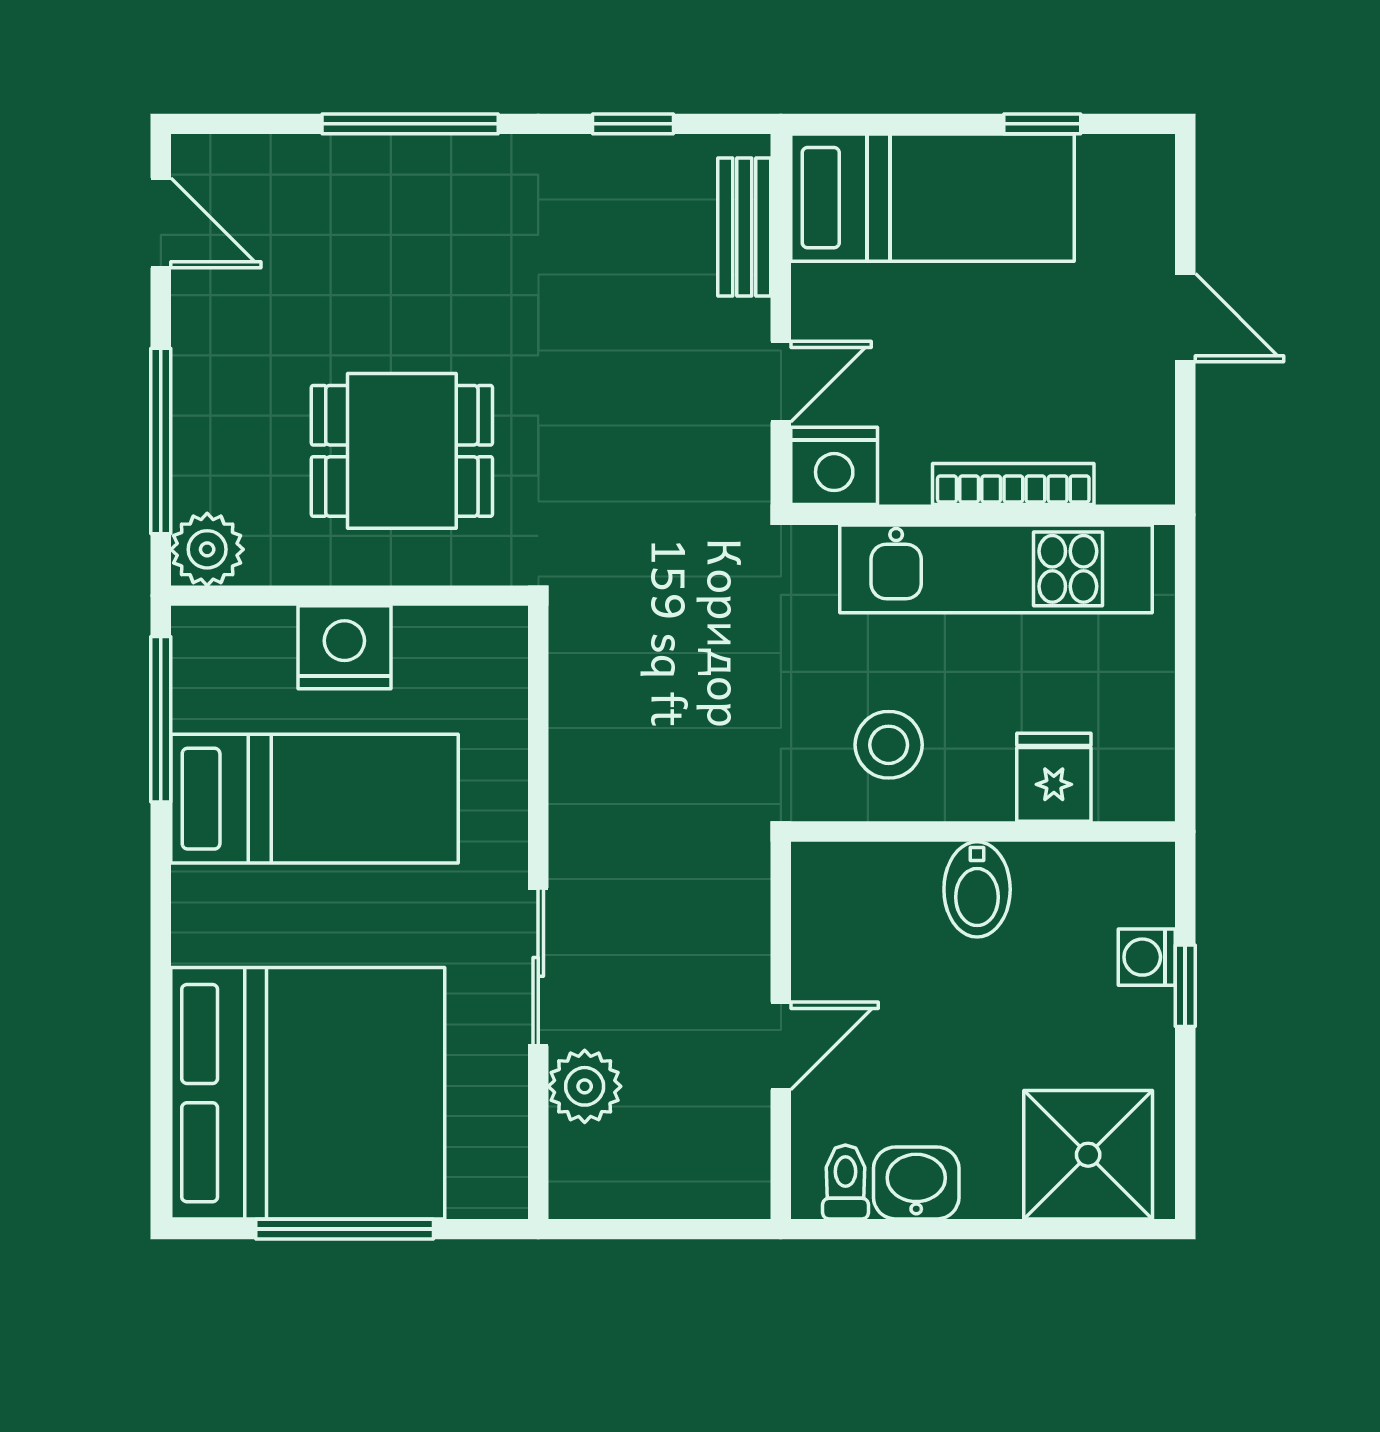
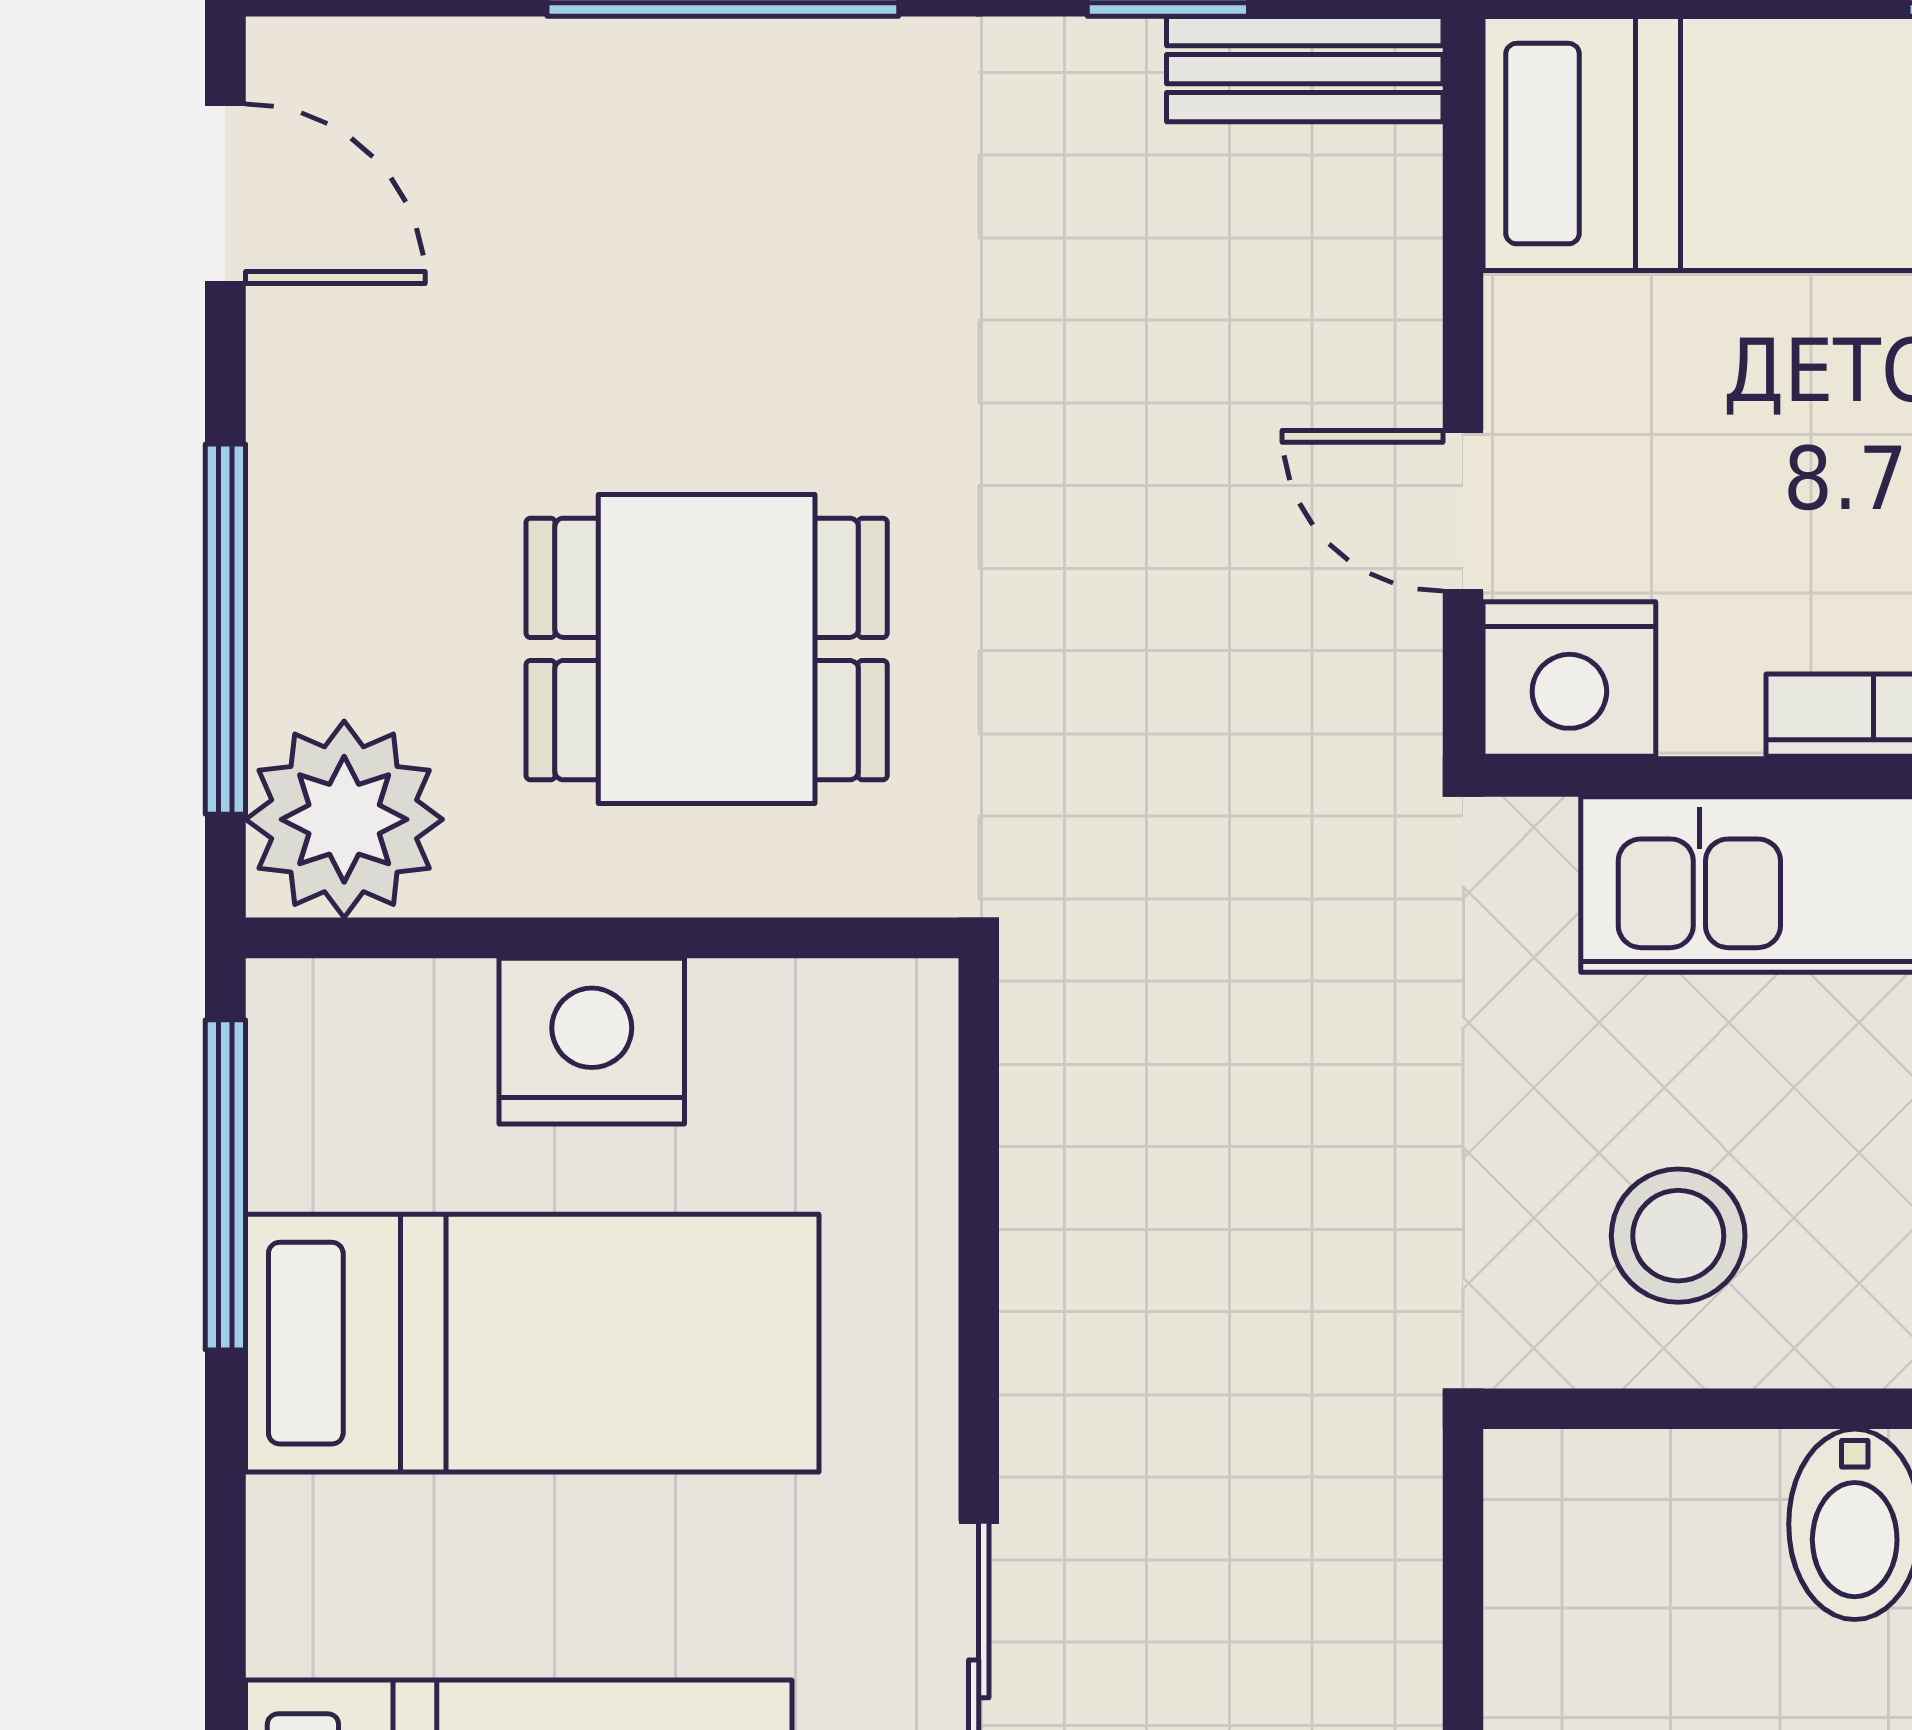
bench: (744, 227) -> (1305, 69), moved, turned 90
door: (781, 382) -> (1463, 511), swing flipped
plant: (207, 549) -> (344, 819), width x1.36, depth x1.36

